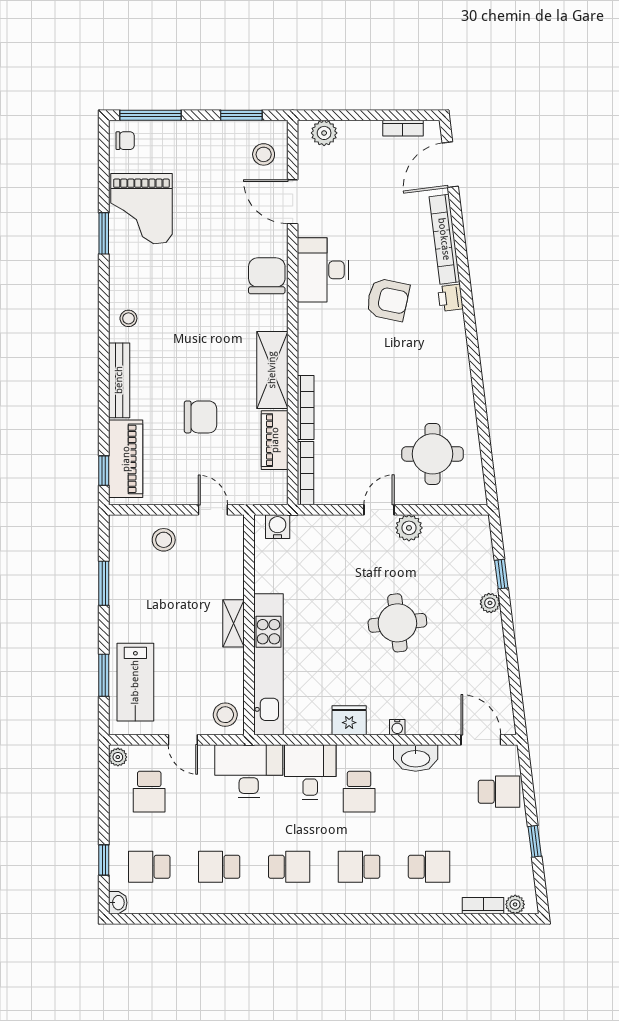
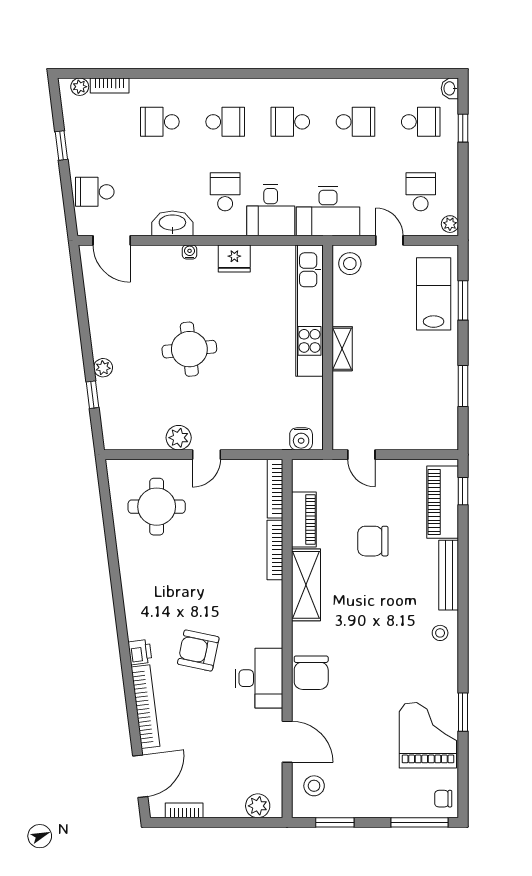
stool: (164, 540) -> (407, 427), removed

